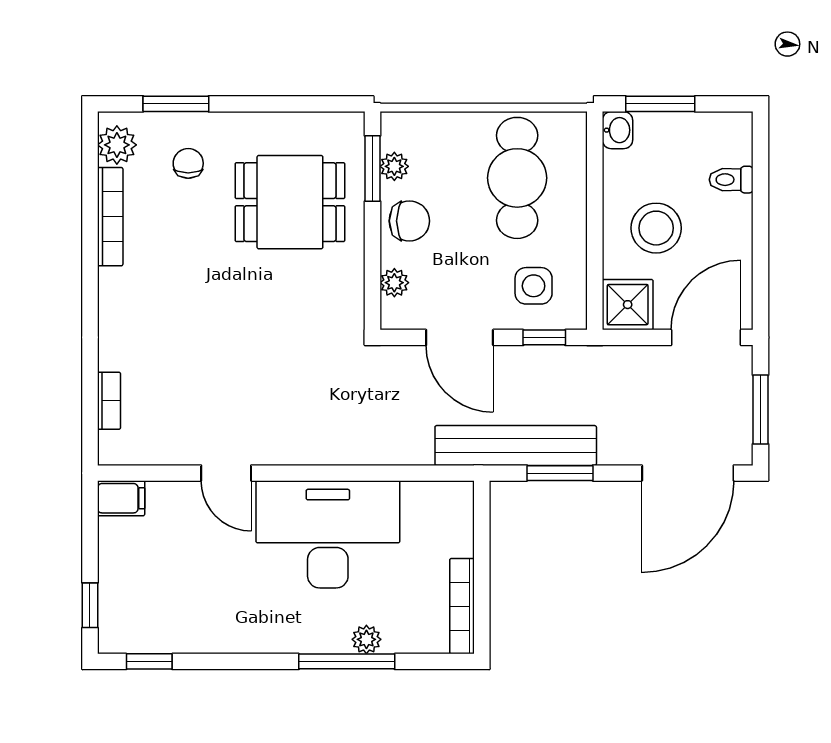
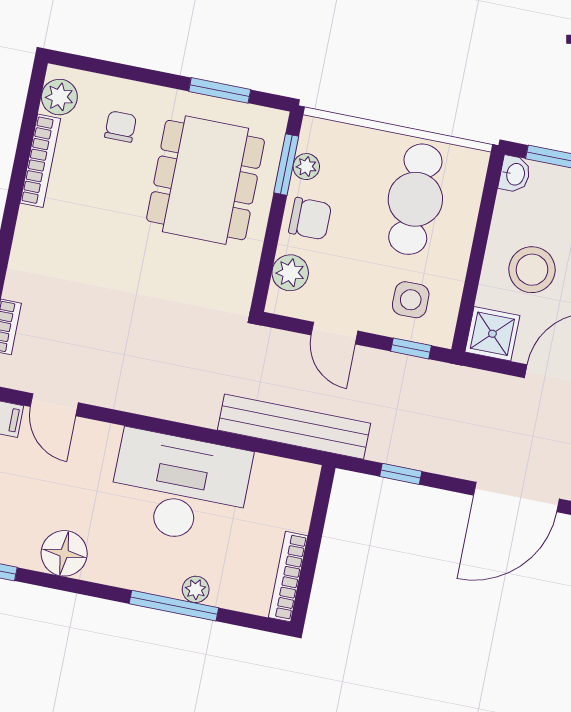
window: (176, 104) -> (220, 90), moved
dining table: (290, 202) -> (206, 180), width x1.38
plant: (394, 283) -> (290, 273), width x1.38, depth x1.38
door: (460, 337) -> (334, 333), width x0.73
bench: (516, 445) -> (294, 427), moved
door: (226, 473) -> (54, 405), moved
window: (560, 473) -> (401, 474), width x0.67
floor lamp: (219, 629) -> (64, 553), added

